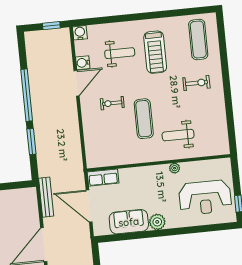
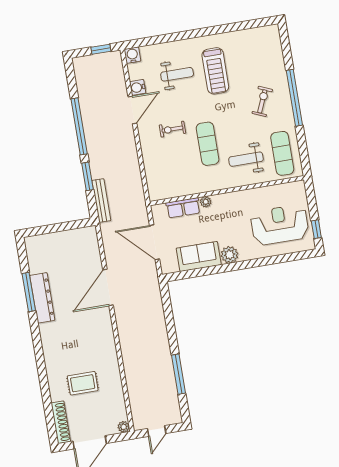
exercise mat: (198, 40) -> (282, 153), moved
window: (226, 82) -> (294, 98), added
exercise bike: (196, 83) -> (262, 101), turned -67
plant: (175, 168) -> (206, 202), moved
row of seats: (103, 178) -> (183, 208), moved
bench: (46, 197) -> (101, 201), moved
reception desk: (205, 197) -> (280, 225), turned 180

